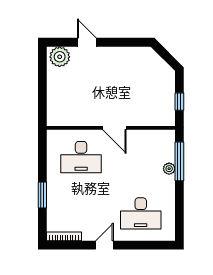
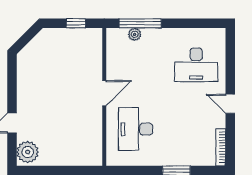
desk: (81, 157) -> (136, 129), turned 180
plant: (169, 169) -> (135, 34), moved
desk: (141, 213) -> (196, 65), turned 90

